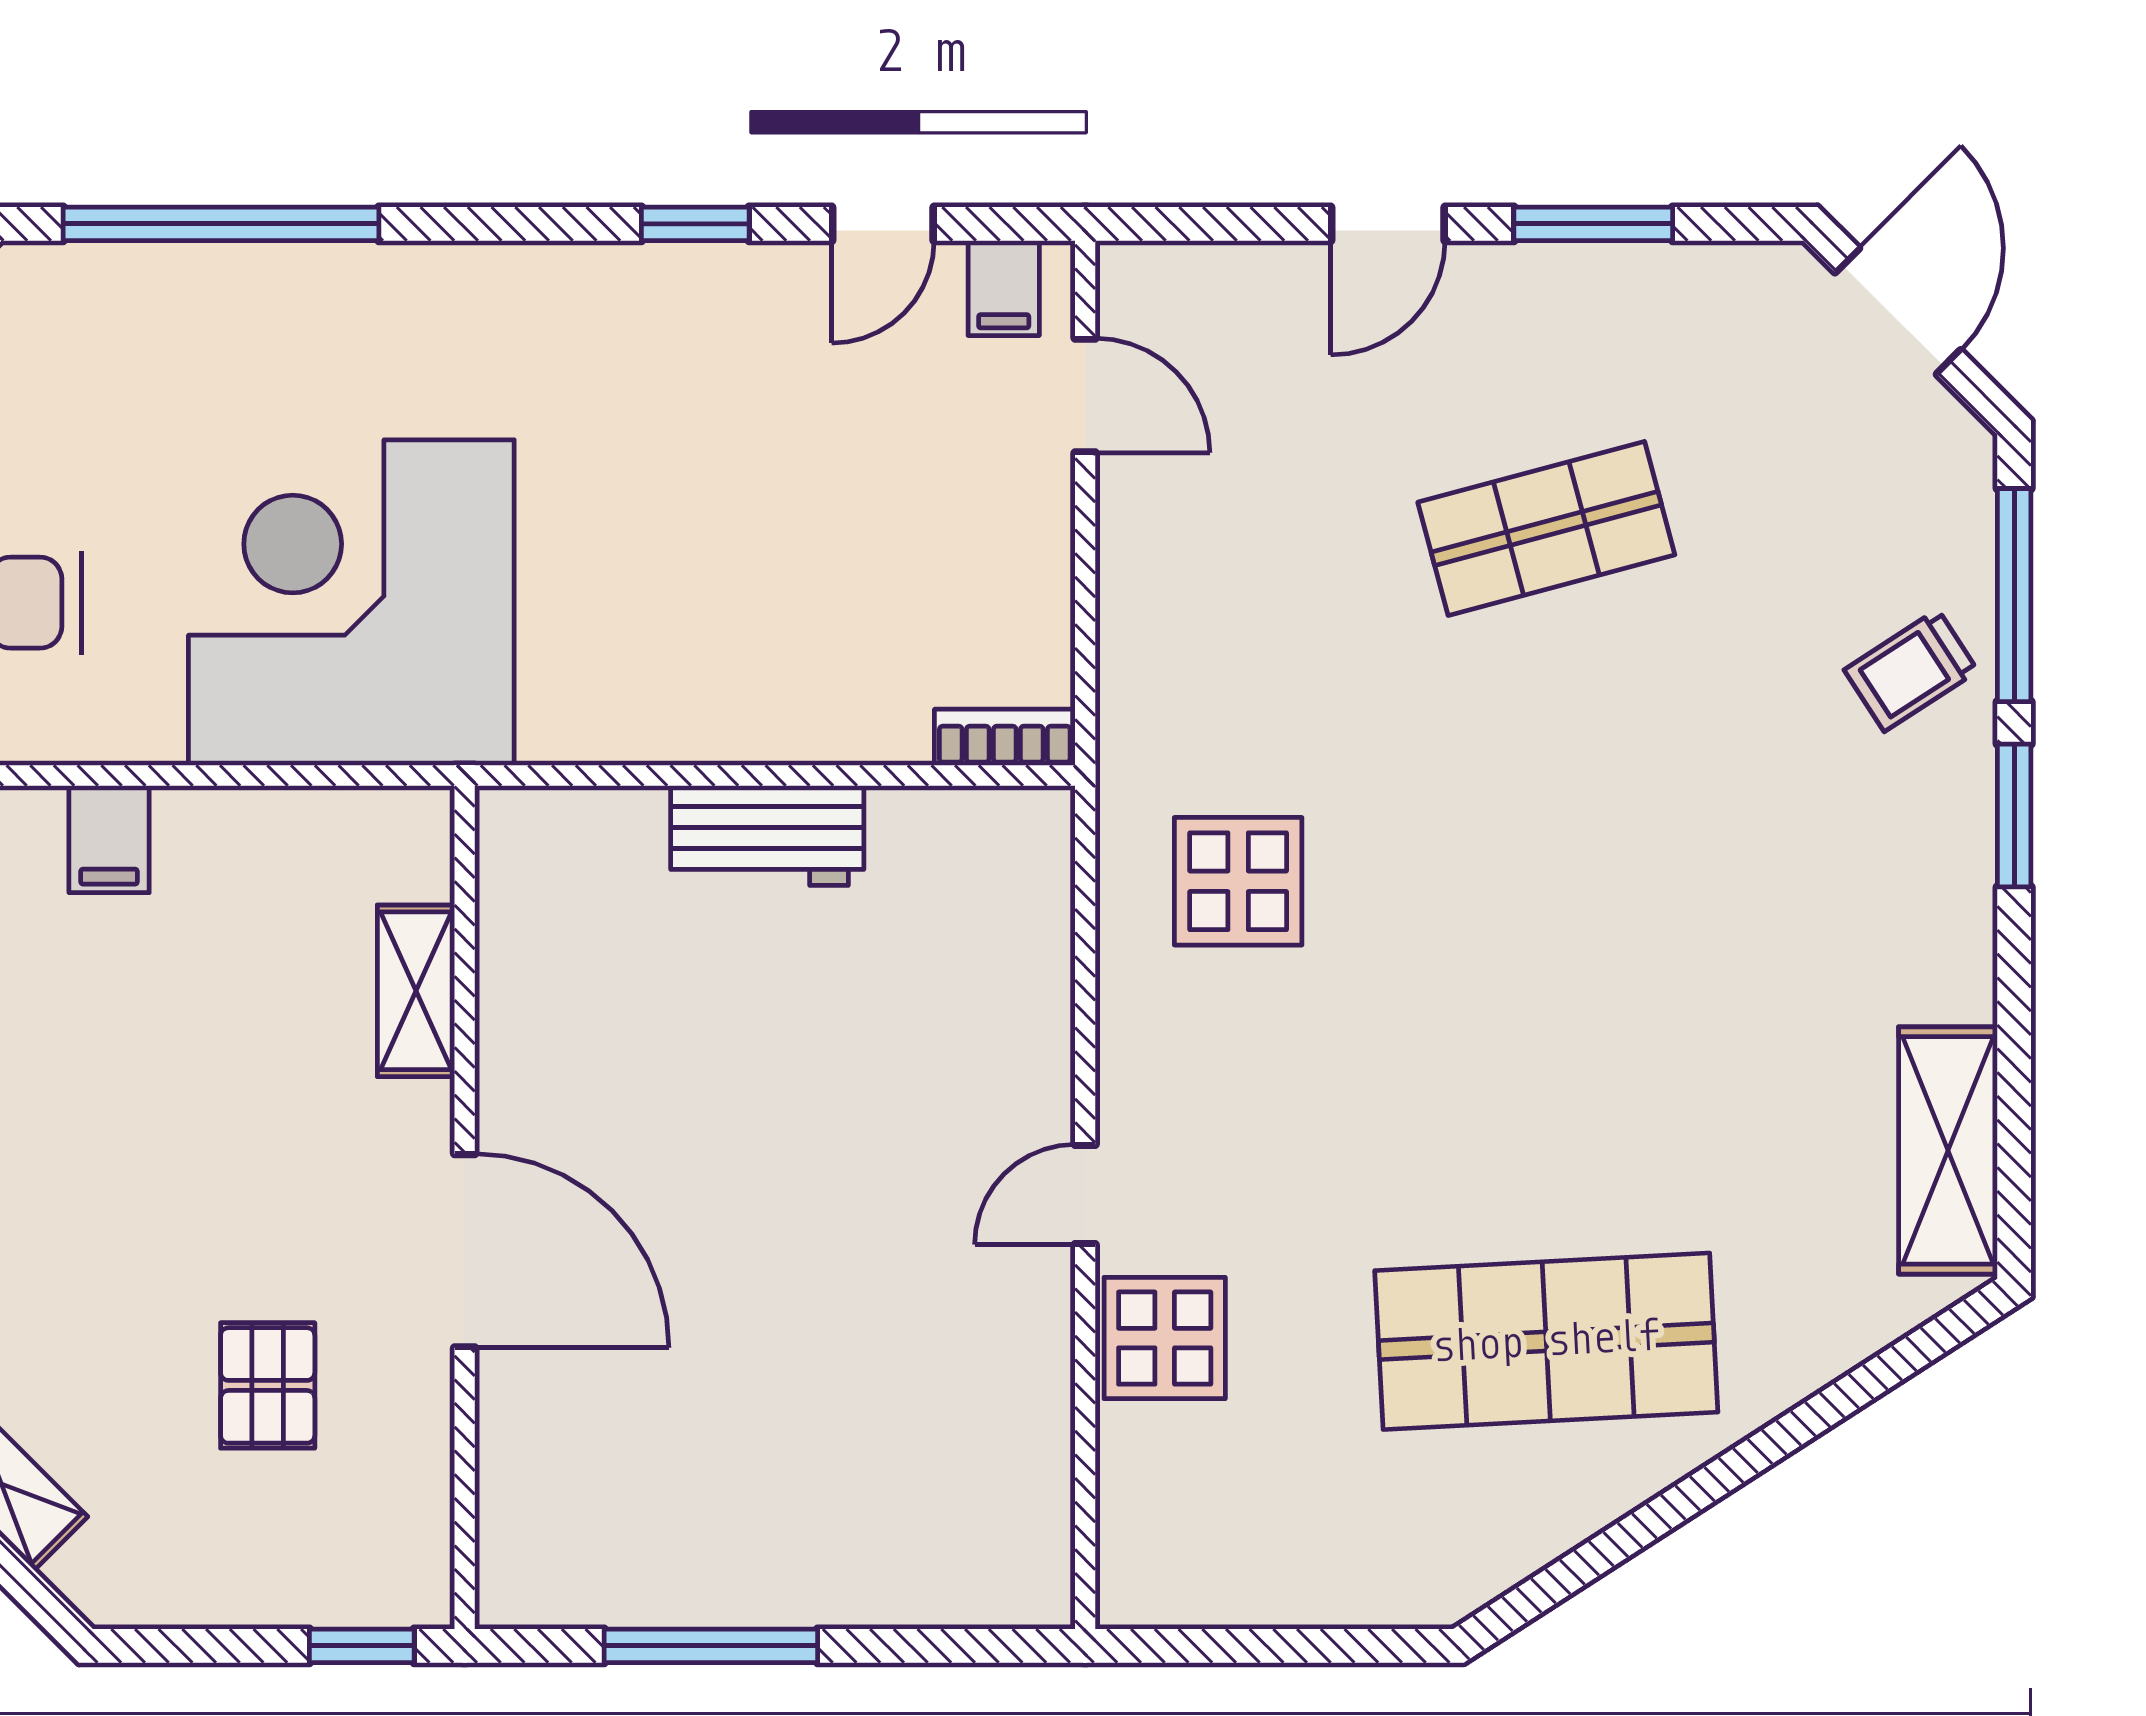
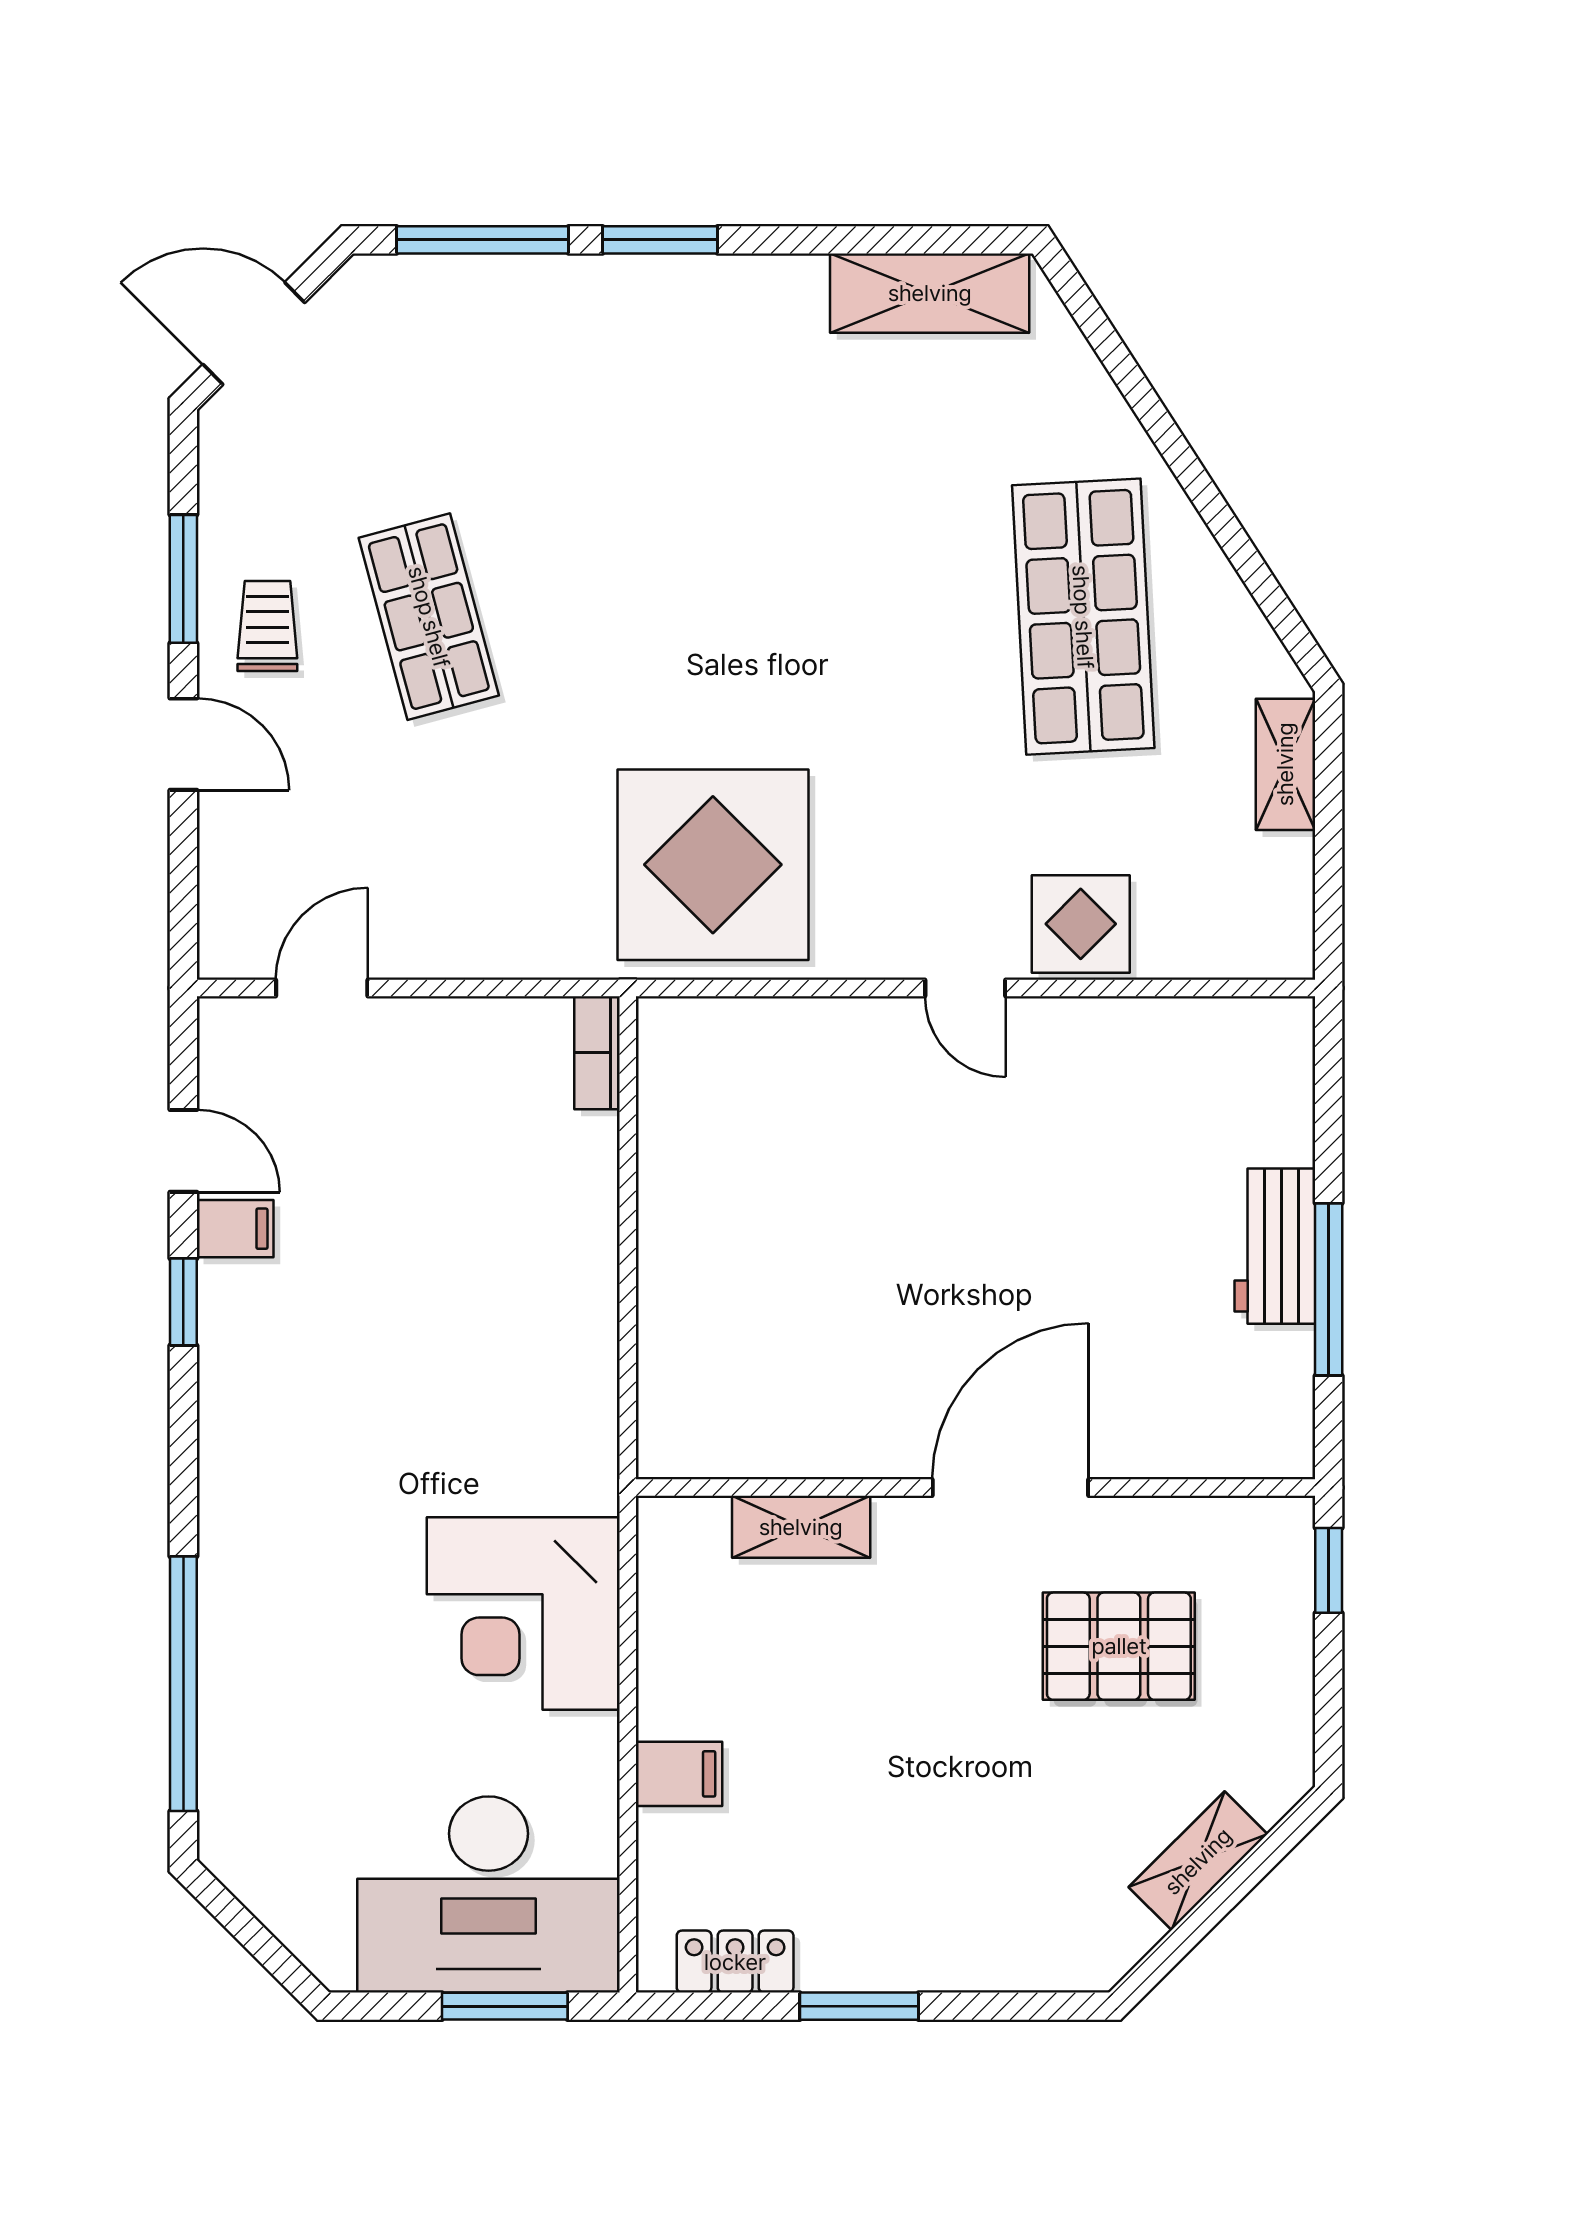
filing cabinet: (1004, 288) -> (235, 1229), moved
corner desk: (351, 603) -> (523, 1614), width x0.74, depth x0.74
trolley: (1911, 670) -> (267, 626), moved, turned -147
workbench: (767, 836) -> (1275, 1246), moved, turned 180
display table: (1238, 881) -> (713, 865), width x1.86, depth x1.86
pallet: (268, 1385) -> (1119, 1646), width x1.50, depth x1.42
shelving: (1363, 1592) -> (1285, 764), added

